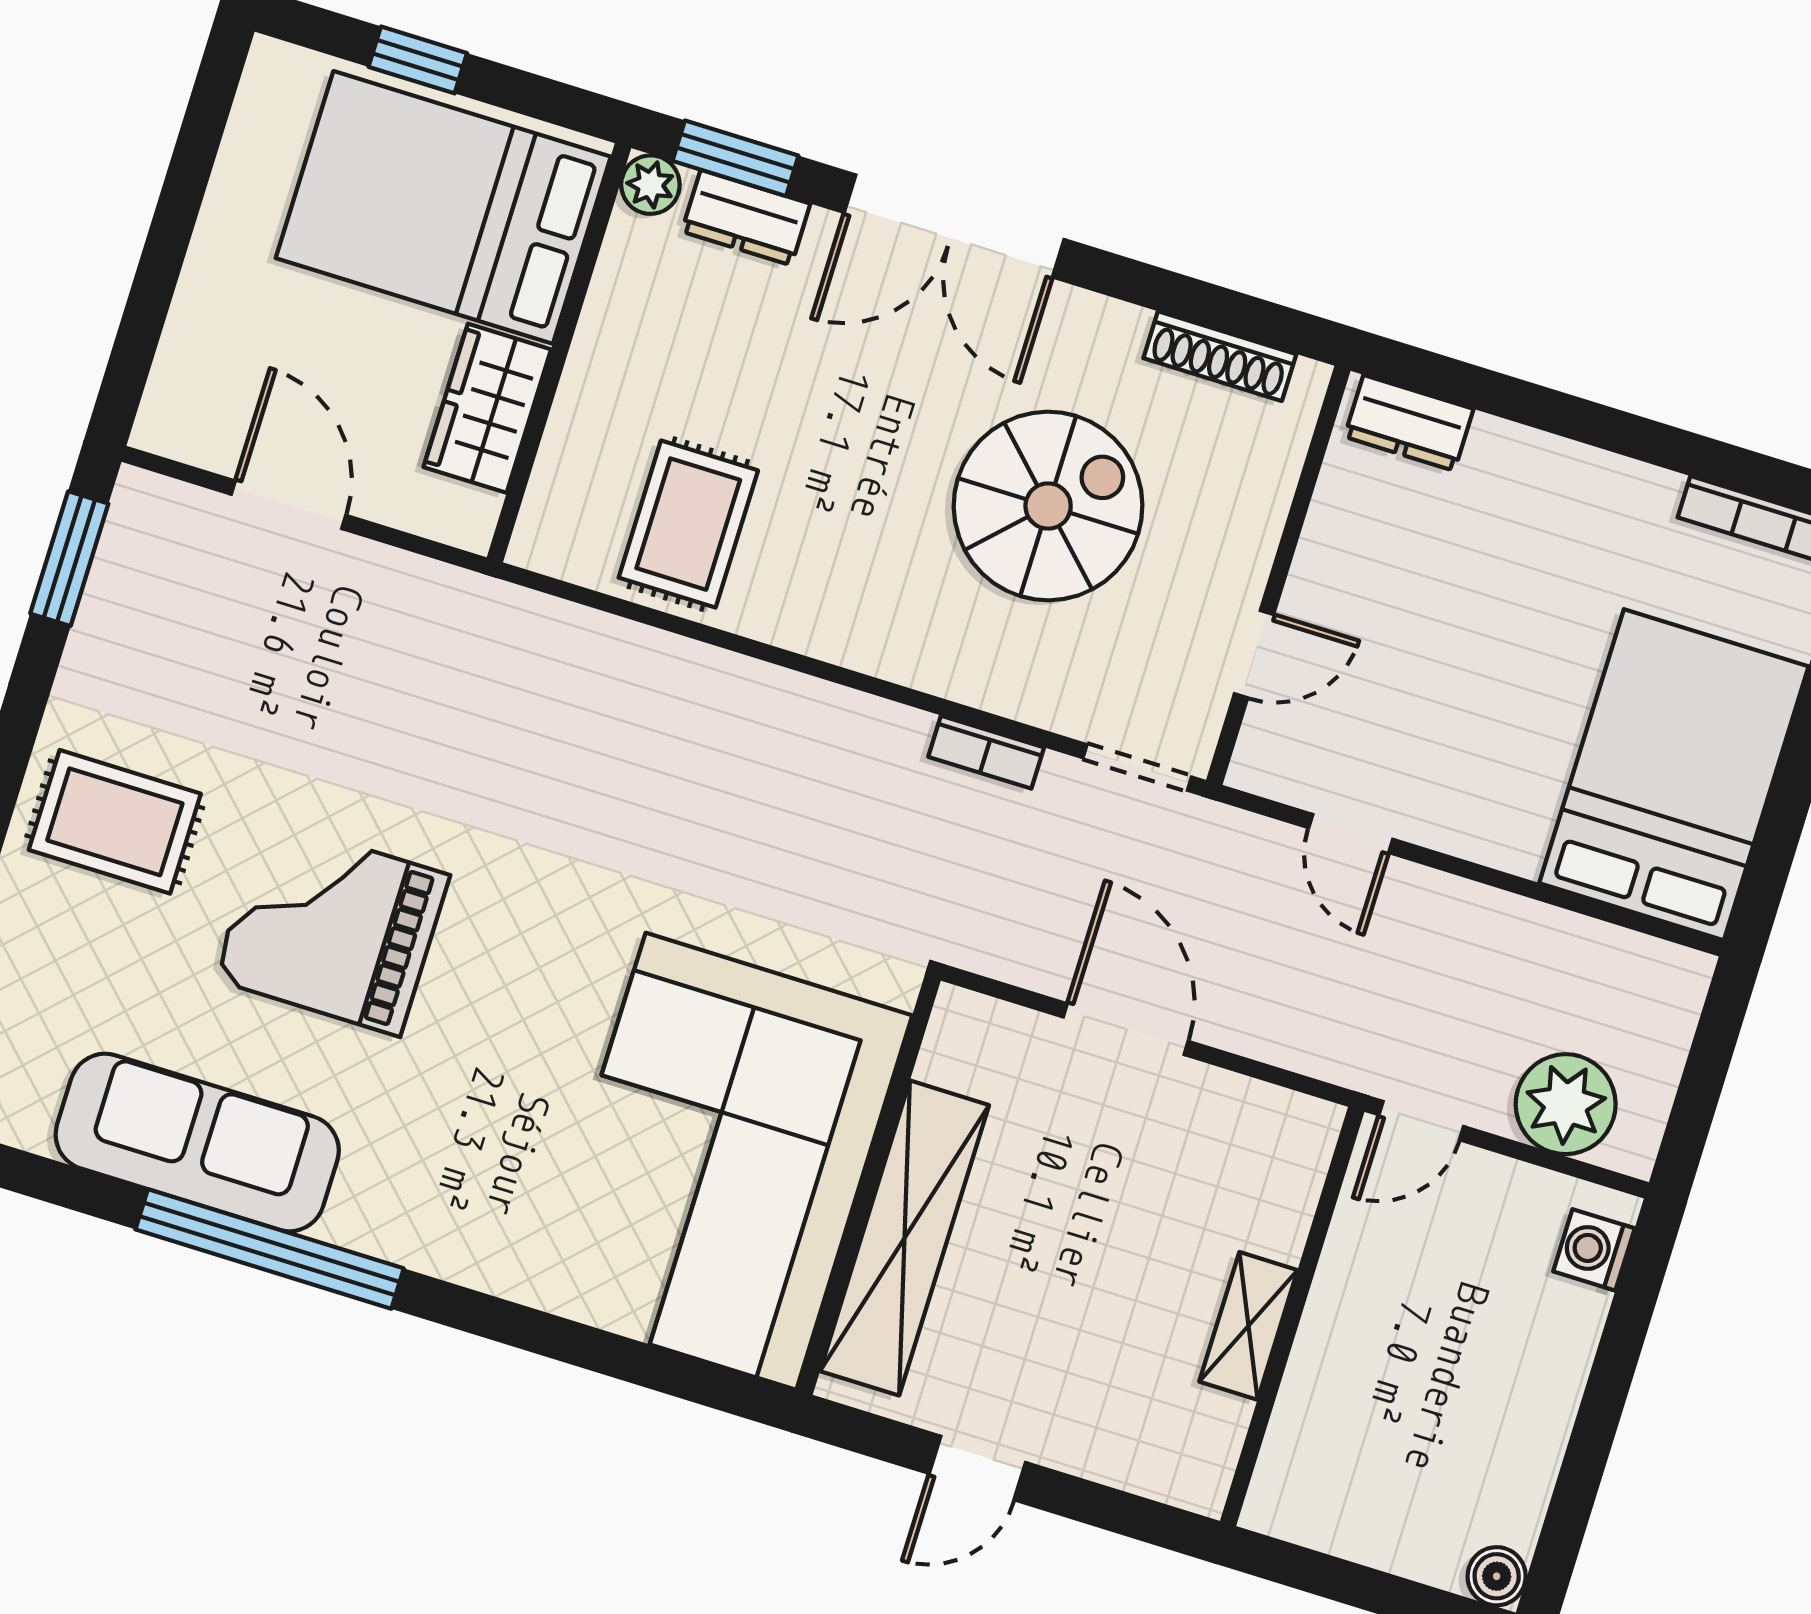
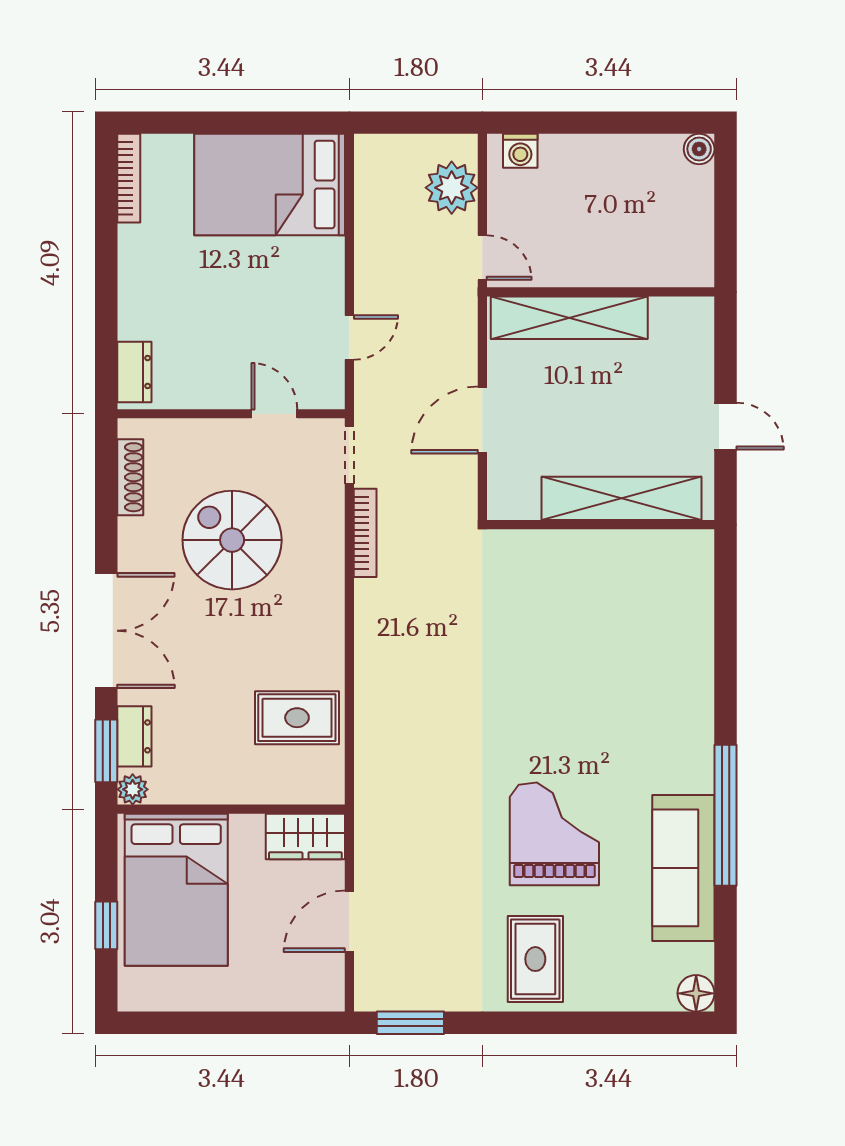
wardrobe: (487, 408) -> (305, 836), moved
bookcase: (986, 752) -> (365, 533), width x1.56
grand piano: (332, 927) -> (554, 834), turned 180
corner sofa: (721, 1161) -> (611, 602), removed
shelving: (1248, 1326) -> (569, 318), width x2.20, depth x1.33

